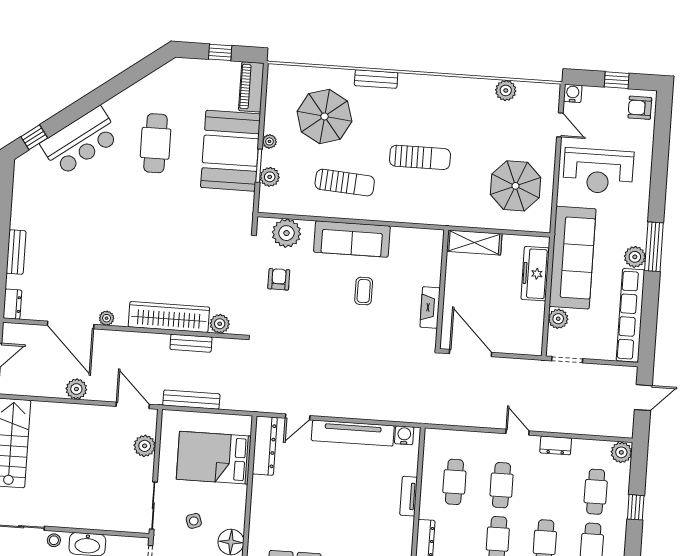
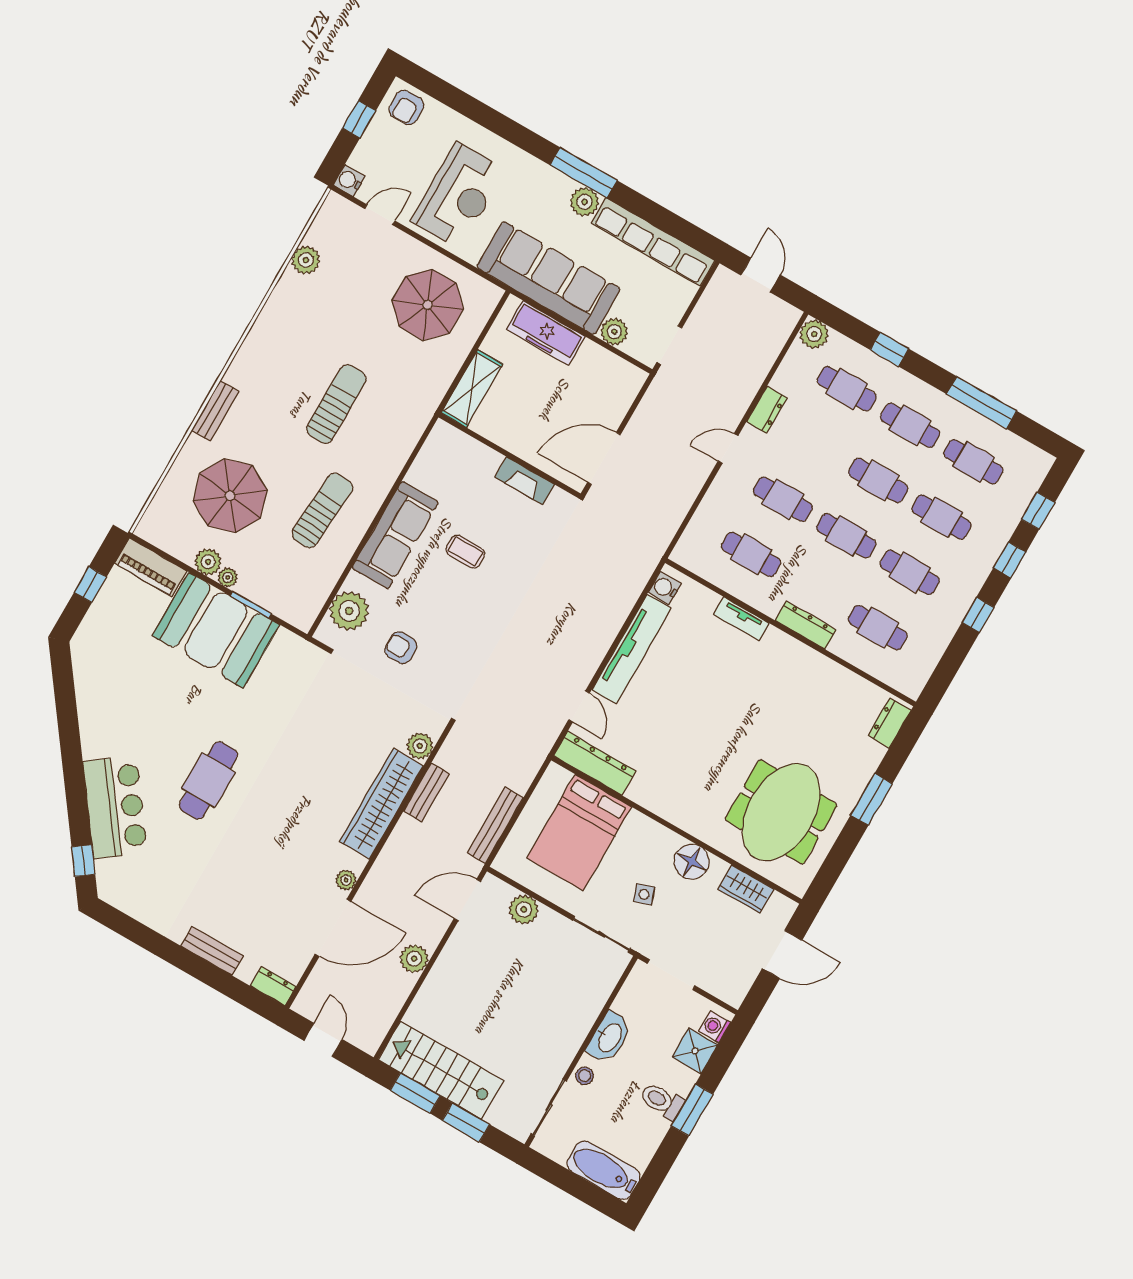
cafe table: (156, 143) -> (208, 780), moved, turned 90
plant: (270, 177) -> (208, 562), moved

